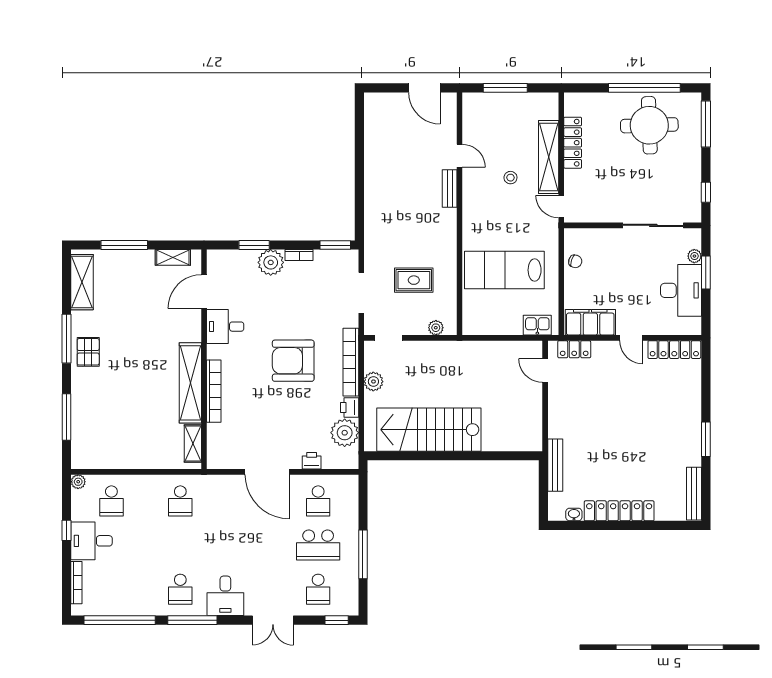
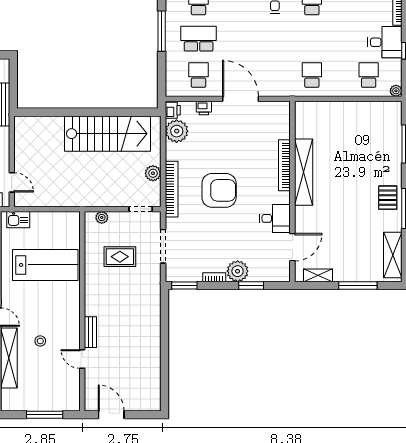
printer: (350, 408) -> (173, 110), moved
shelving: (193, 444) -> (302, 122), removed

